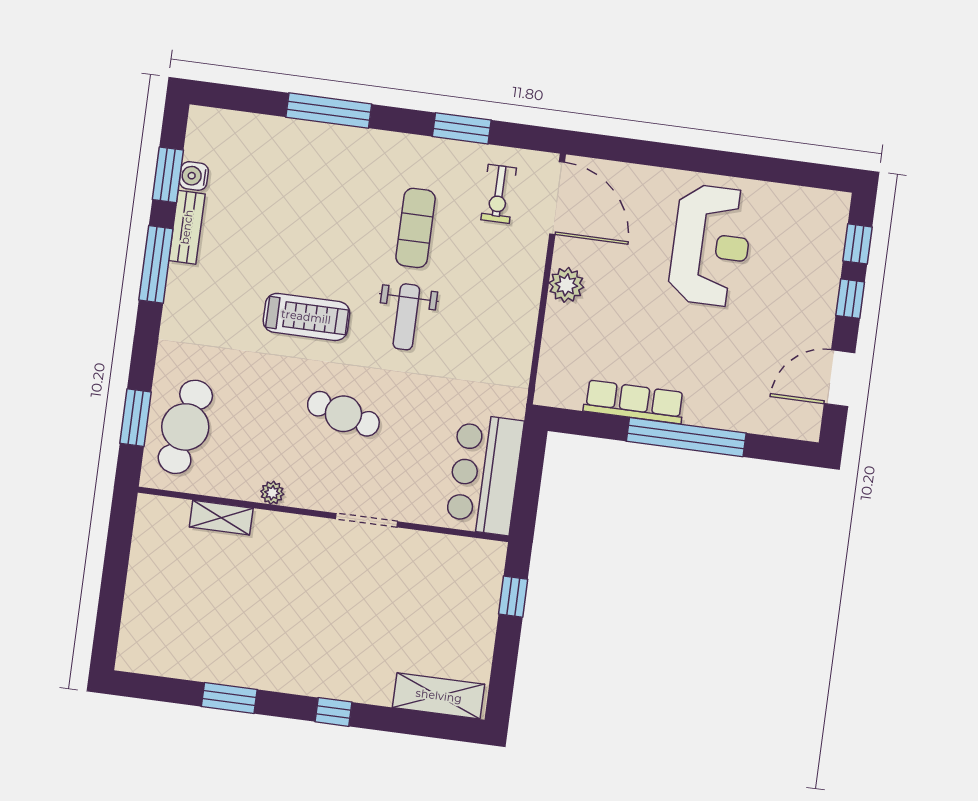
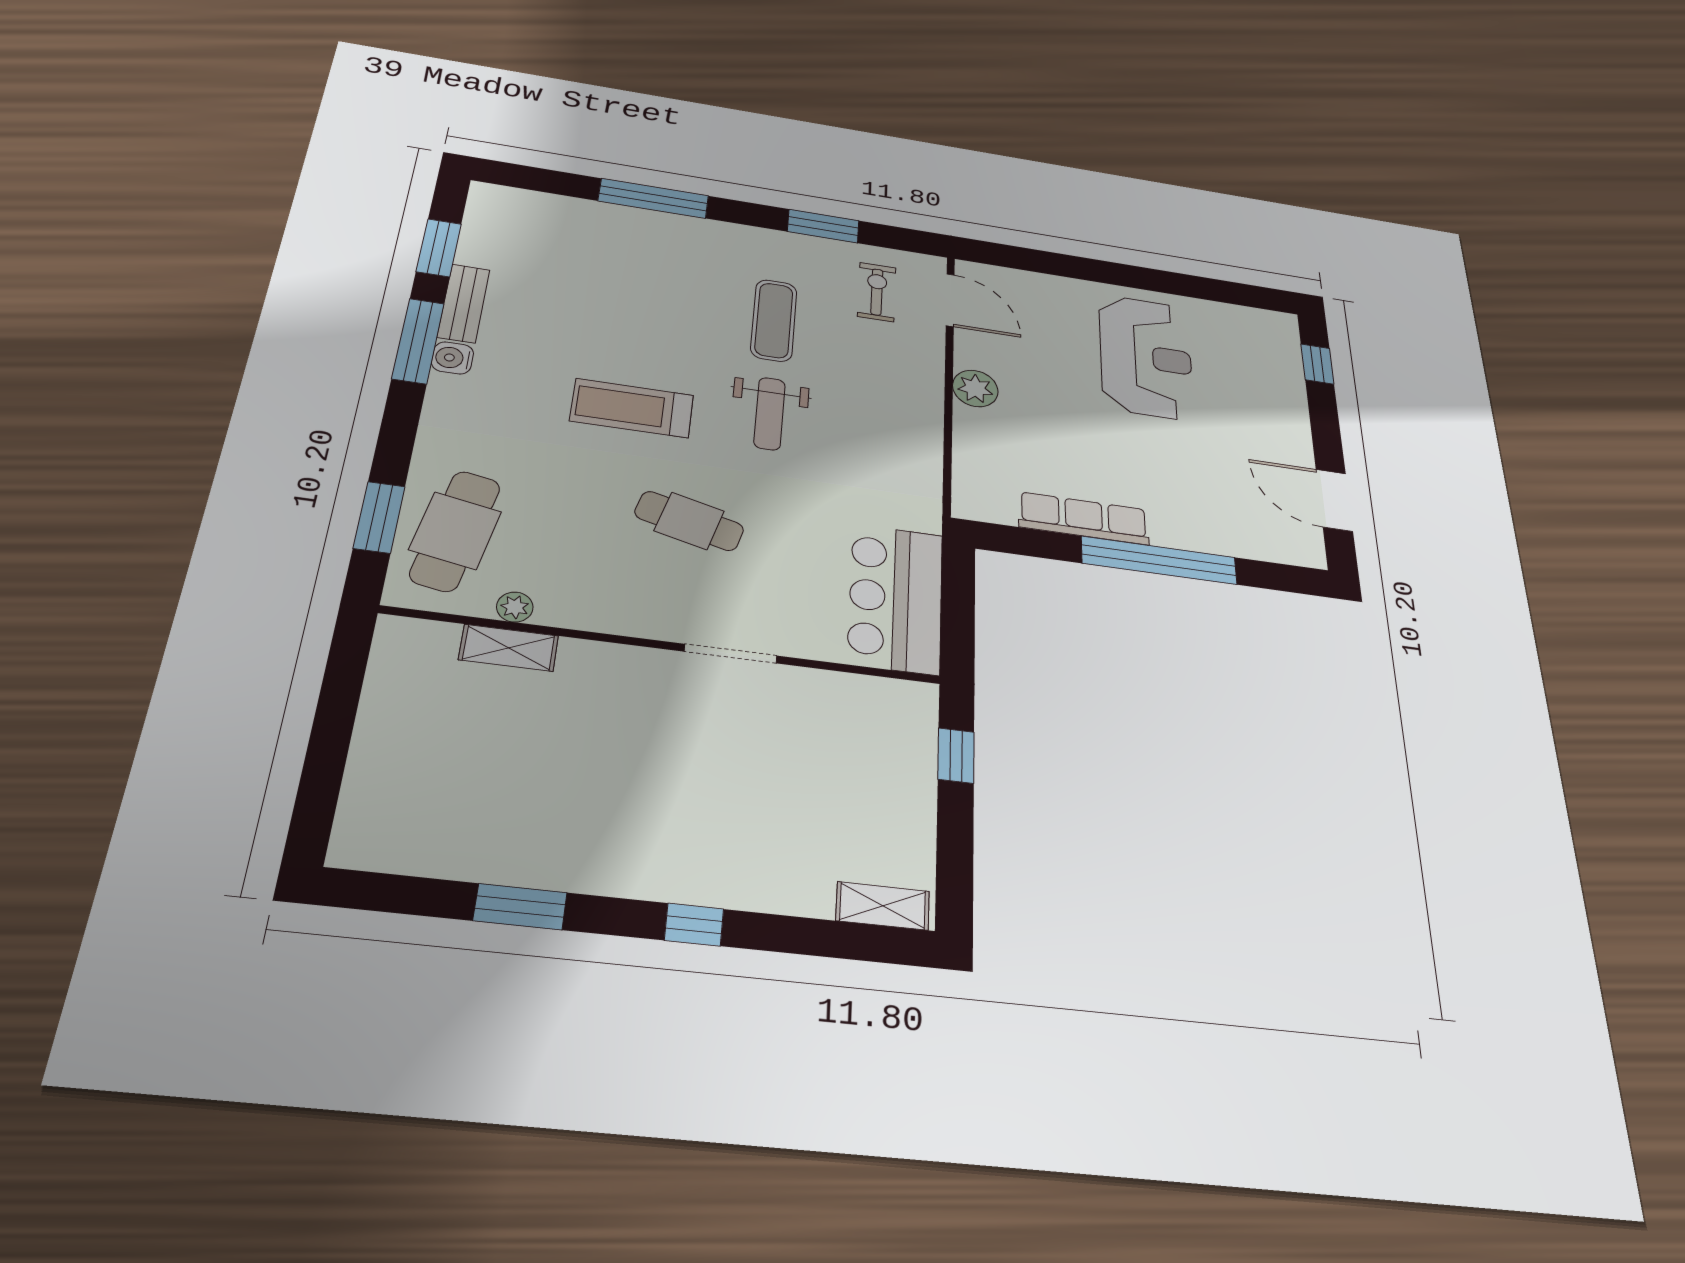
water cooler: (194, 176) -> (453, 358), moved
exercise bike: (499, 194) -> (877, 292), turned 180
door: (557, 198) -> (950, 300), width x0.73
window: (850, 299) -> (1324, 418), removed
treadmill: (306, 317) -> (632, 408), turned 180
door: (840, 378) -> (1334, 500), hinge flipped
plant: (272, 493) -> (515, 607), moved
shelving: (439, 696) -> (883, 906), width x0.67, depth x0.75

